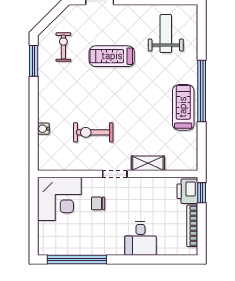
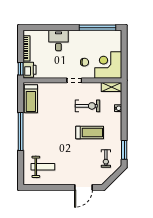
weight bench: (166, 34) -> (43, 167), turned -90
treadmill: (112, 56) -> (90, 132), moved
treadmill: (183, 107) -> (31, 99), moved
shelving: (148, 163) -> (111, 87), moved

